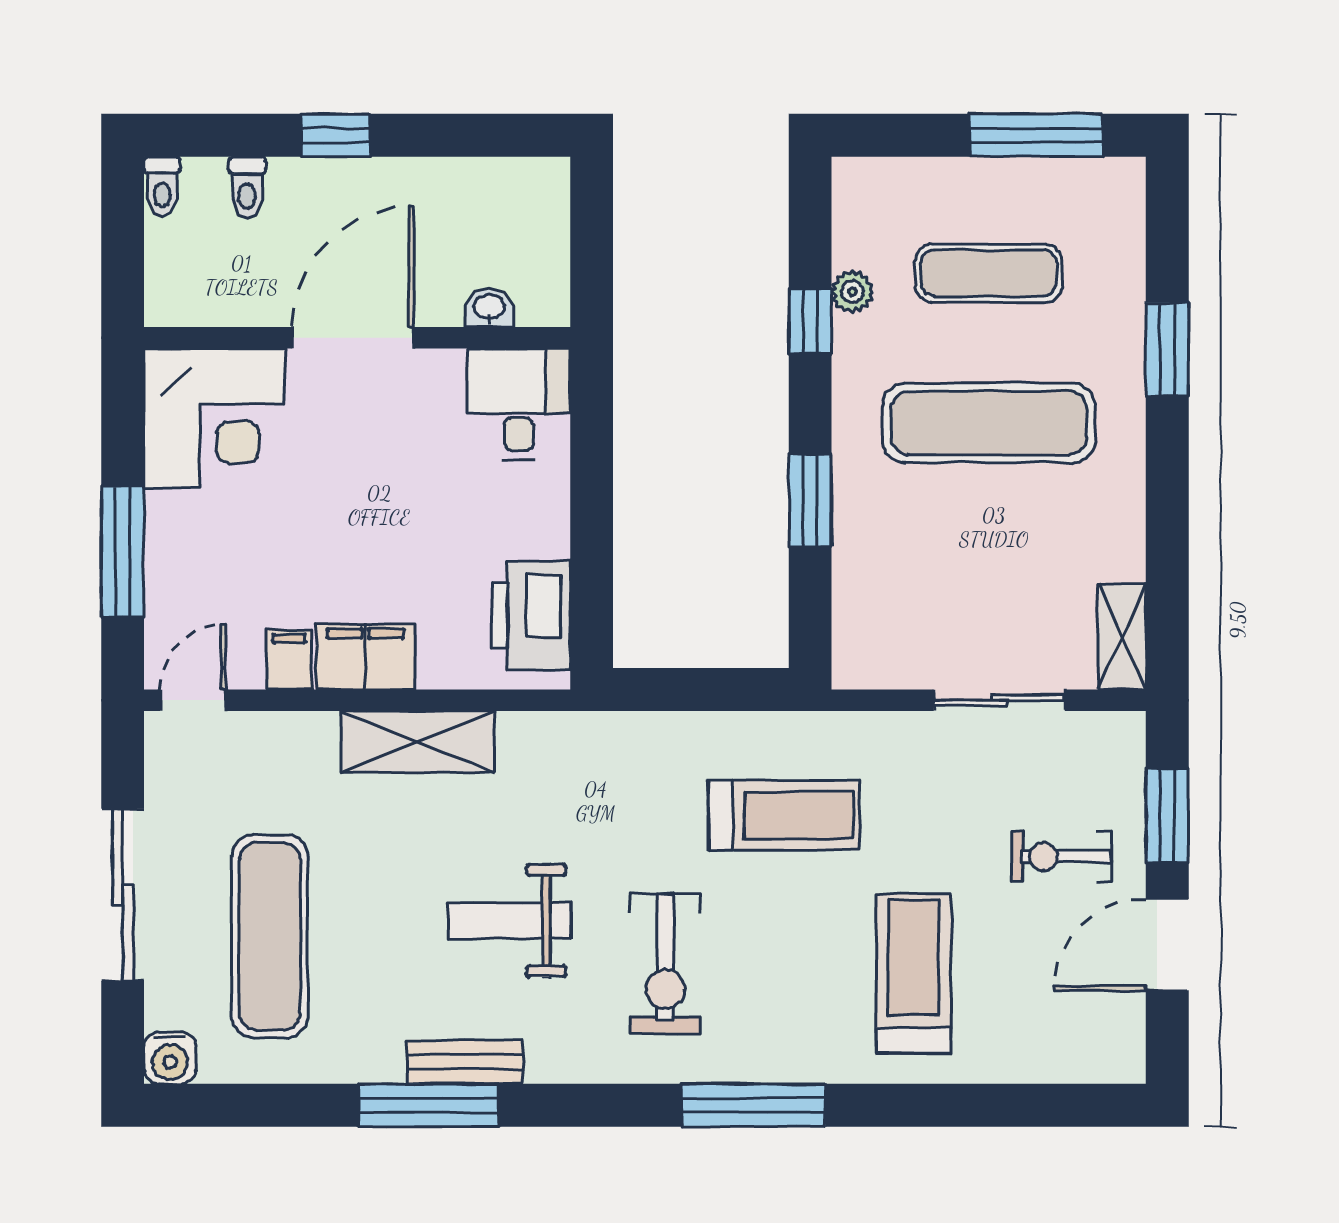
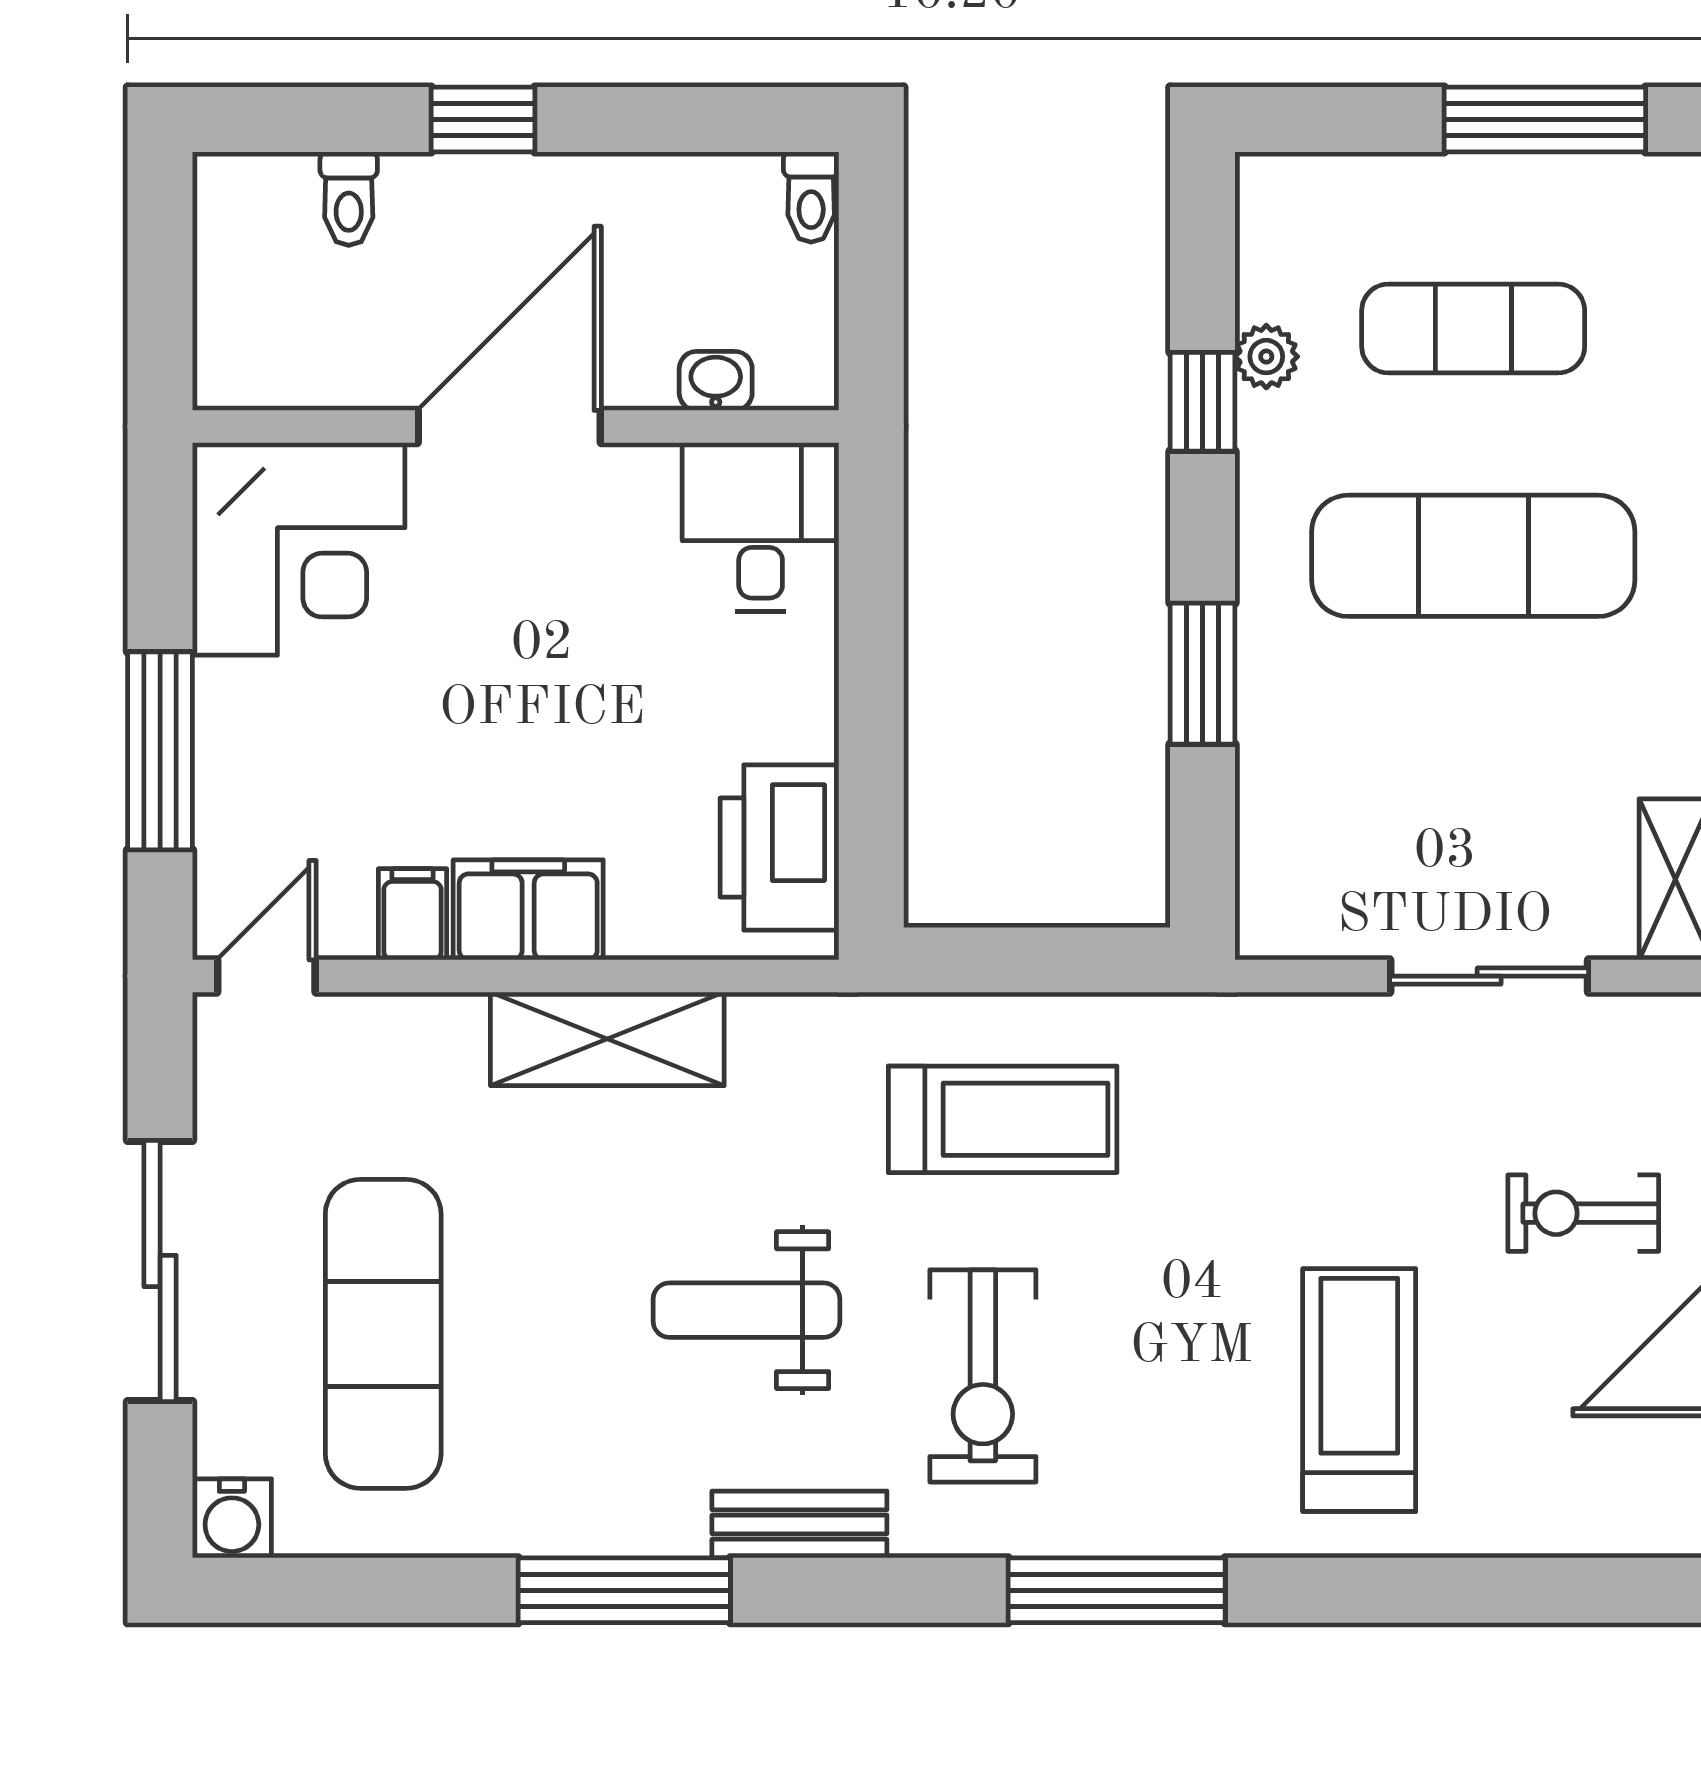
toilet: (162, 186) -> (811, 197), moved
treadmill: (784, 815) -> (1003, 1119), moved
bench: (465, 1062) -> (799, 1524), moved

